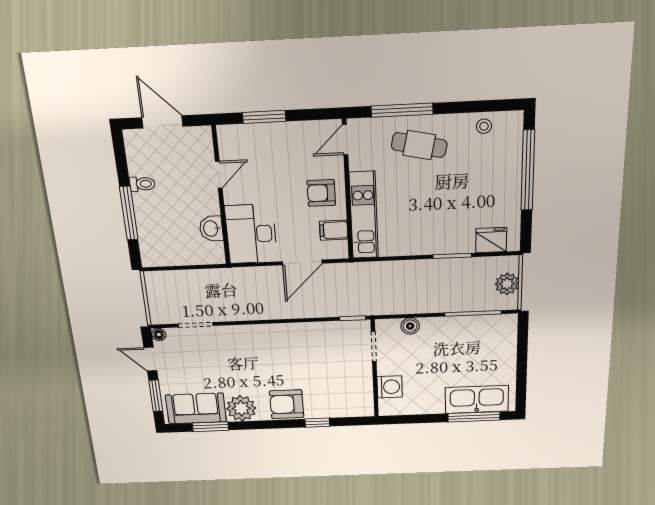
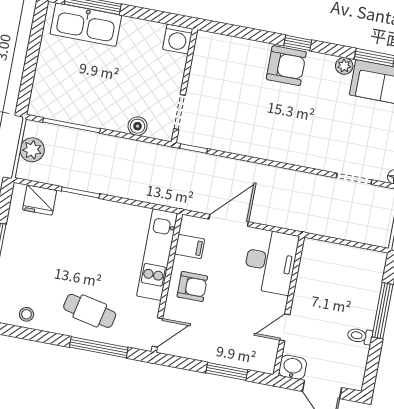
washbasin: (211, 229) -> (293, 367), moved, turned -90
washing machine: (390, 387) -> (178, 39), moved, turned -90
plant: (241, 408) -> (344, 66), width x0.53, depth x0.53
window: (317, 423) -> (298, 43), moved

